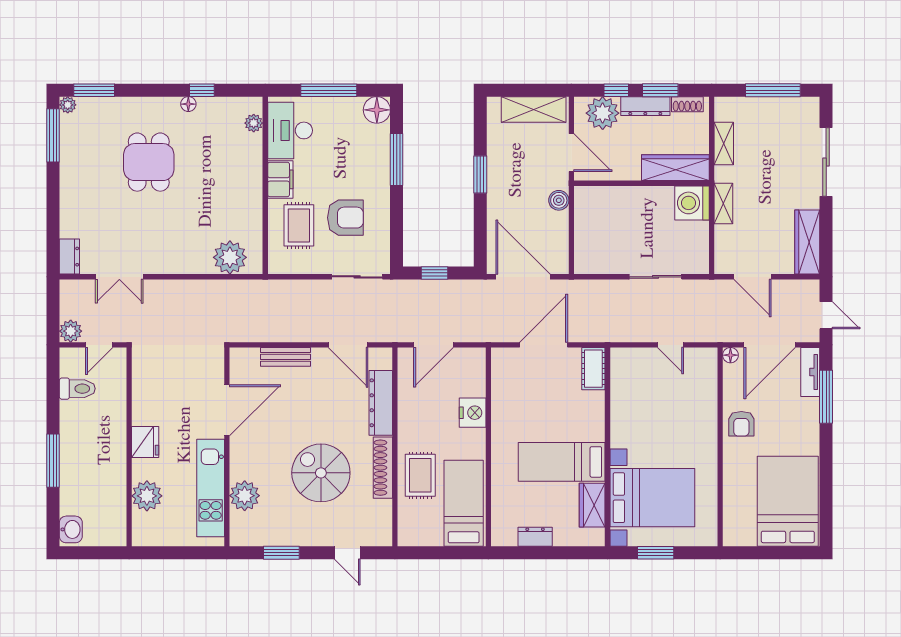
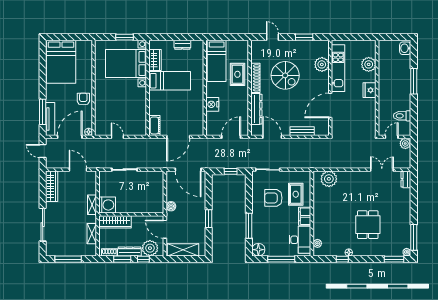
tv unit: (810, 372) -> (50, 119), width x1.41

